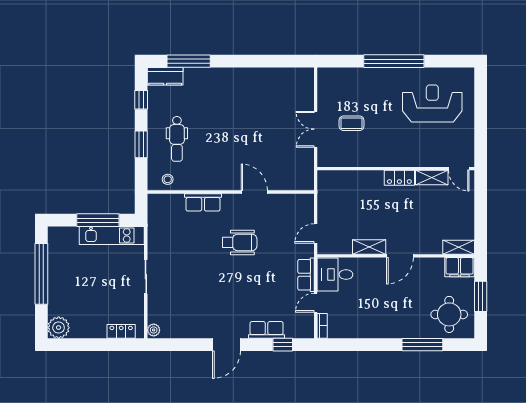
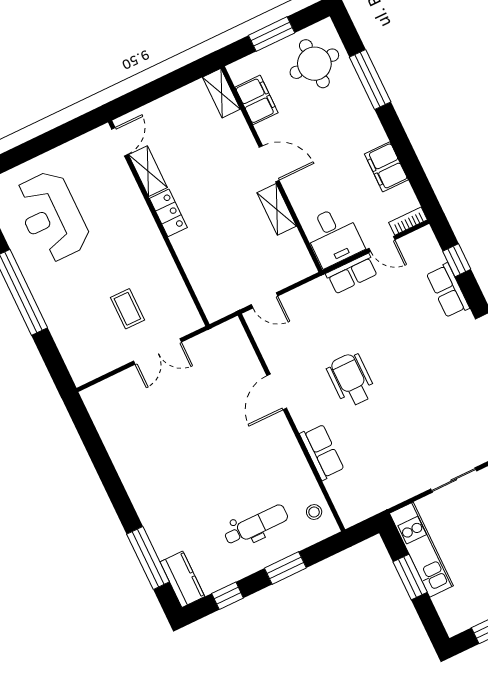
window: (98, 220) -> (410, 577), width x0.69
door: (316, 233) -> (265, 300), moved
filing cabinet: (460, 267) -> (257, 100), moved
filing cabinet: (363, 329) -> (386, 167), added

